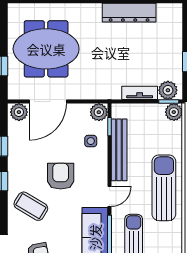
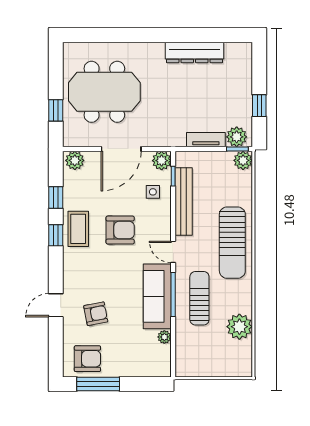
door: (48, 102) -> (121, 149), moved
armchair: (61, 176) -> (120, 230), turned 90
sun lounger: (164, 188) -> (232, 243), turned 180
door: (109, 196) -> (173, 252), swing flipped
coffee table: (31, 206) -> (78, 229), moved, turned 59

